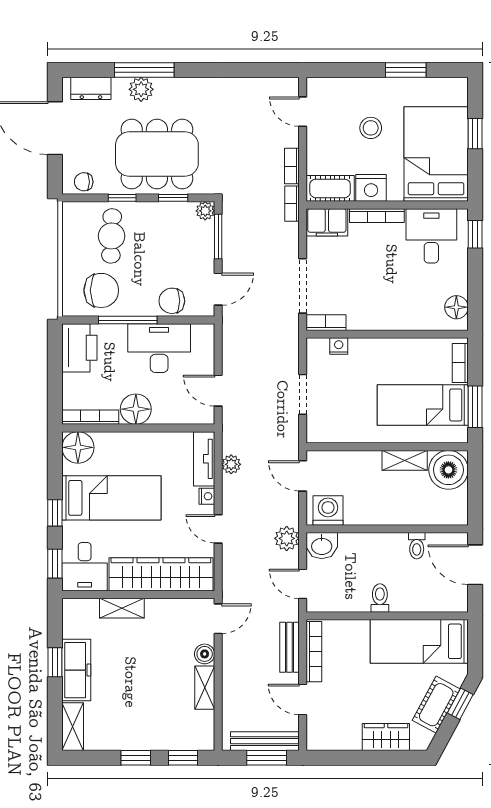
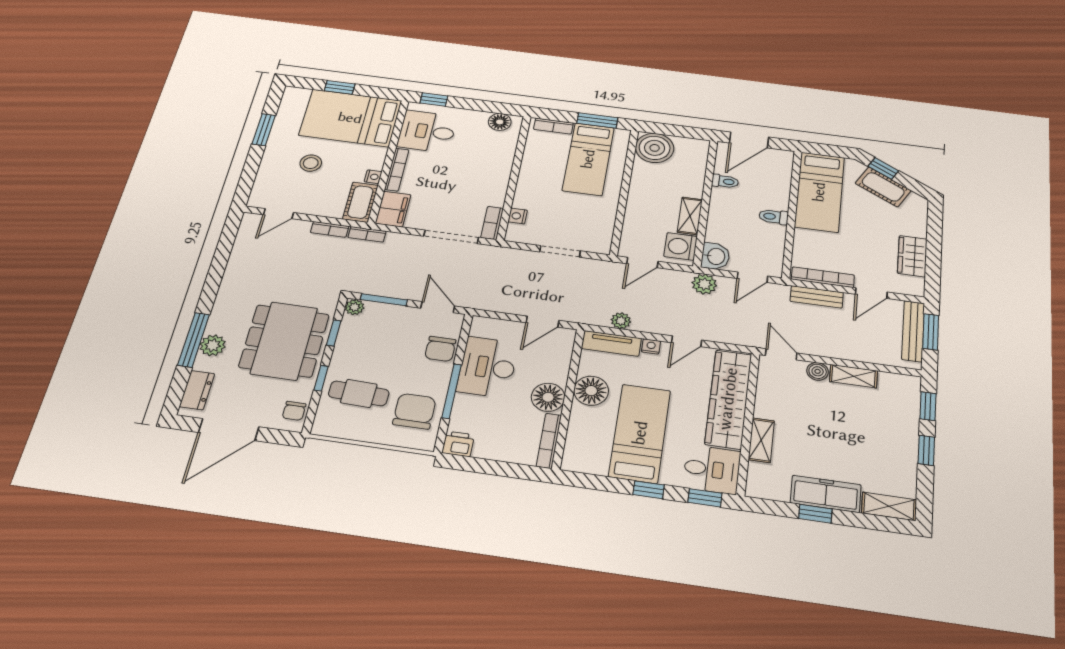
nightstand: (371, 188) -> (373, 177), width x0.53, depth x0.56
printer: (79, 348) -> (458, 444), width x0.53, depth x0.68
floor lamp: (78, 447) -> (591, 391), moved
shelving: (405, 460) -> (690, 216), moved
wardrobe: (386, 737) -> (912, 256), moved

